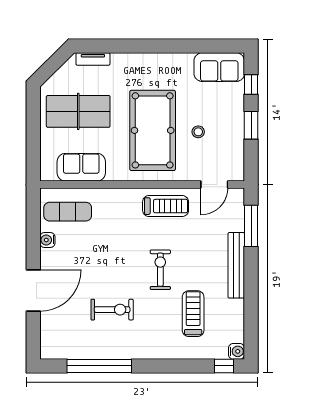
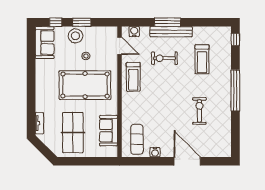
stool: (230, 115) -> (75, 36), added
treadmill: (166, 206) -> (133, 77), turned 180
window: (251, 226) -> (168, 22), moved
exercise bike: (160, 270) -> (164, 58), moved
treadmill: (193, 314) -> (202, 59), turned -90
water cooler: (236, 351) -> (134, 32), moved
window: (99, 366) -> (235, 90), moved

